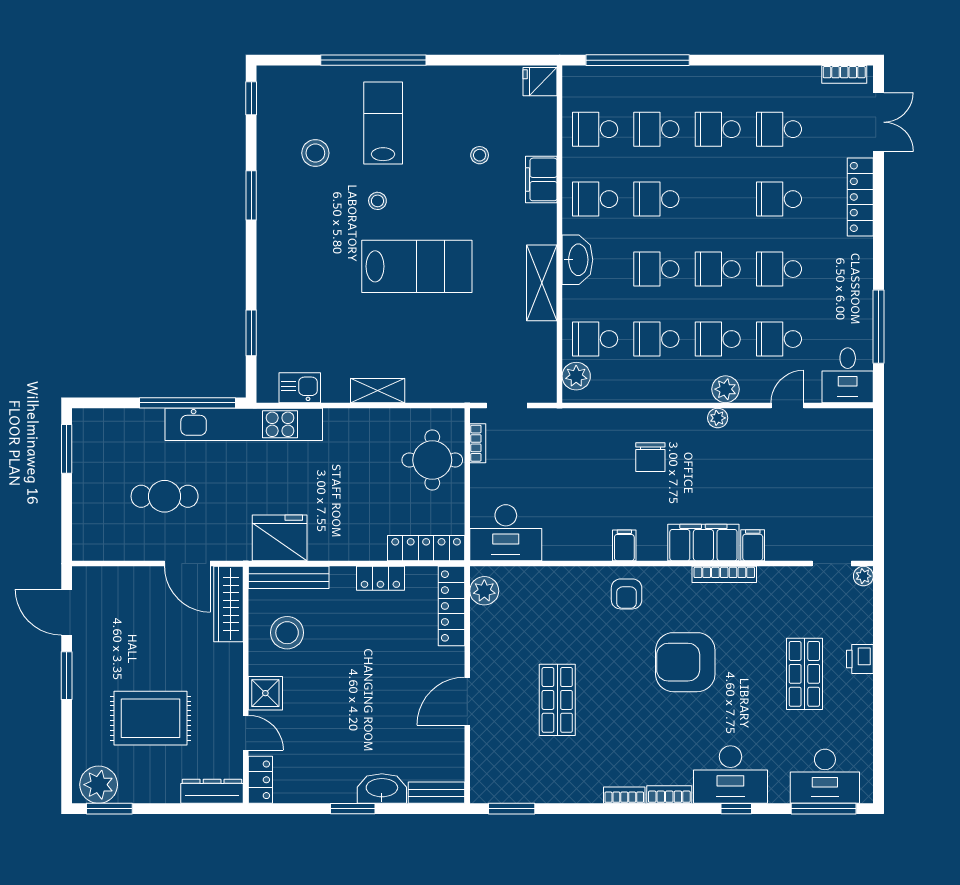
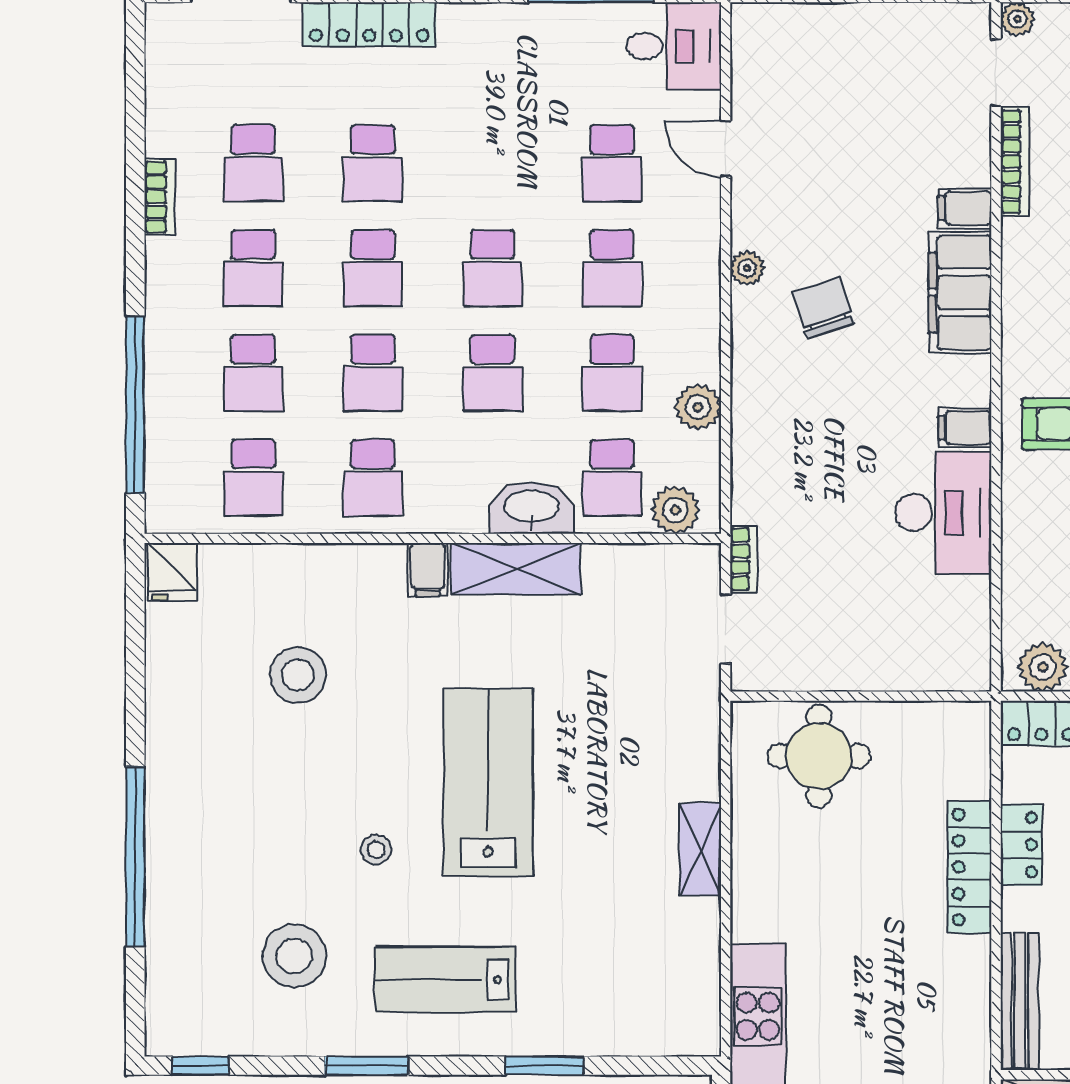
bookcase: (844, 74) -> (160, 197), moved
lab bench: (383, 123) -> (445, 979), moved
stool: (315, 153) -> (294, 956), width x1.38, depth x1.38
stool: (480, 155) -> (298, 675), width x1.89, depth x1.89
filing cabinet: (541, 179) -> (428, 570), moved, width x0.50
washbasin: (577, 260) -> (532, 508), moved
school desk: (779, 269) -> (373, 268), moved
window: (251, 333) -> (545, 1066), moved
kitchen sink: (300, 388) -> (695, 983), removed
plant: (725, 389) -> (698, 407), moved
bookcase: (478, 443) -> (744, 559), moved, turned 90
chair: (650, 457) -> (823, 308), moved, turned -108
desk: (506, 533) -> (943, 513), moved
fridge: (280, 538) -> (952, 1017), removed
locker: (426, 548) -> (970, 867), moved
bookcase: (724, 574) -> (1015, 162), moved

